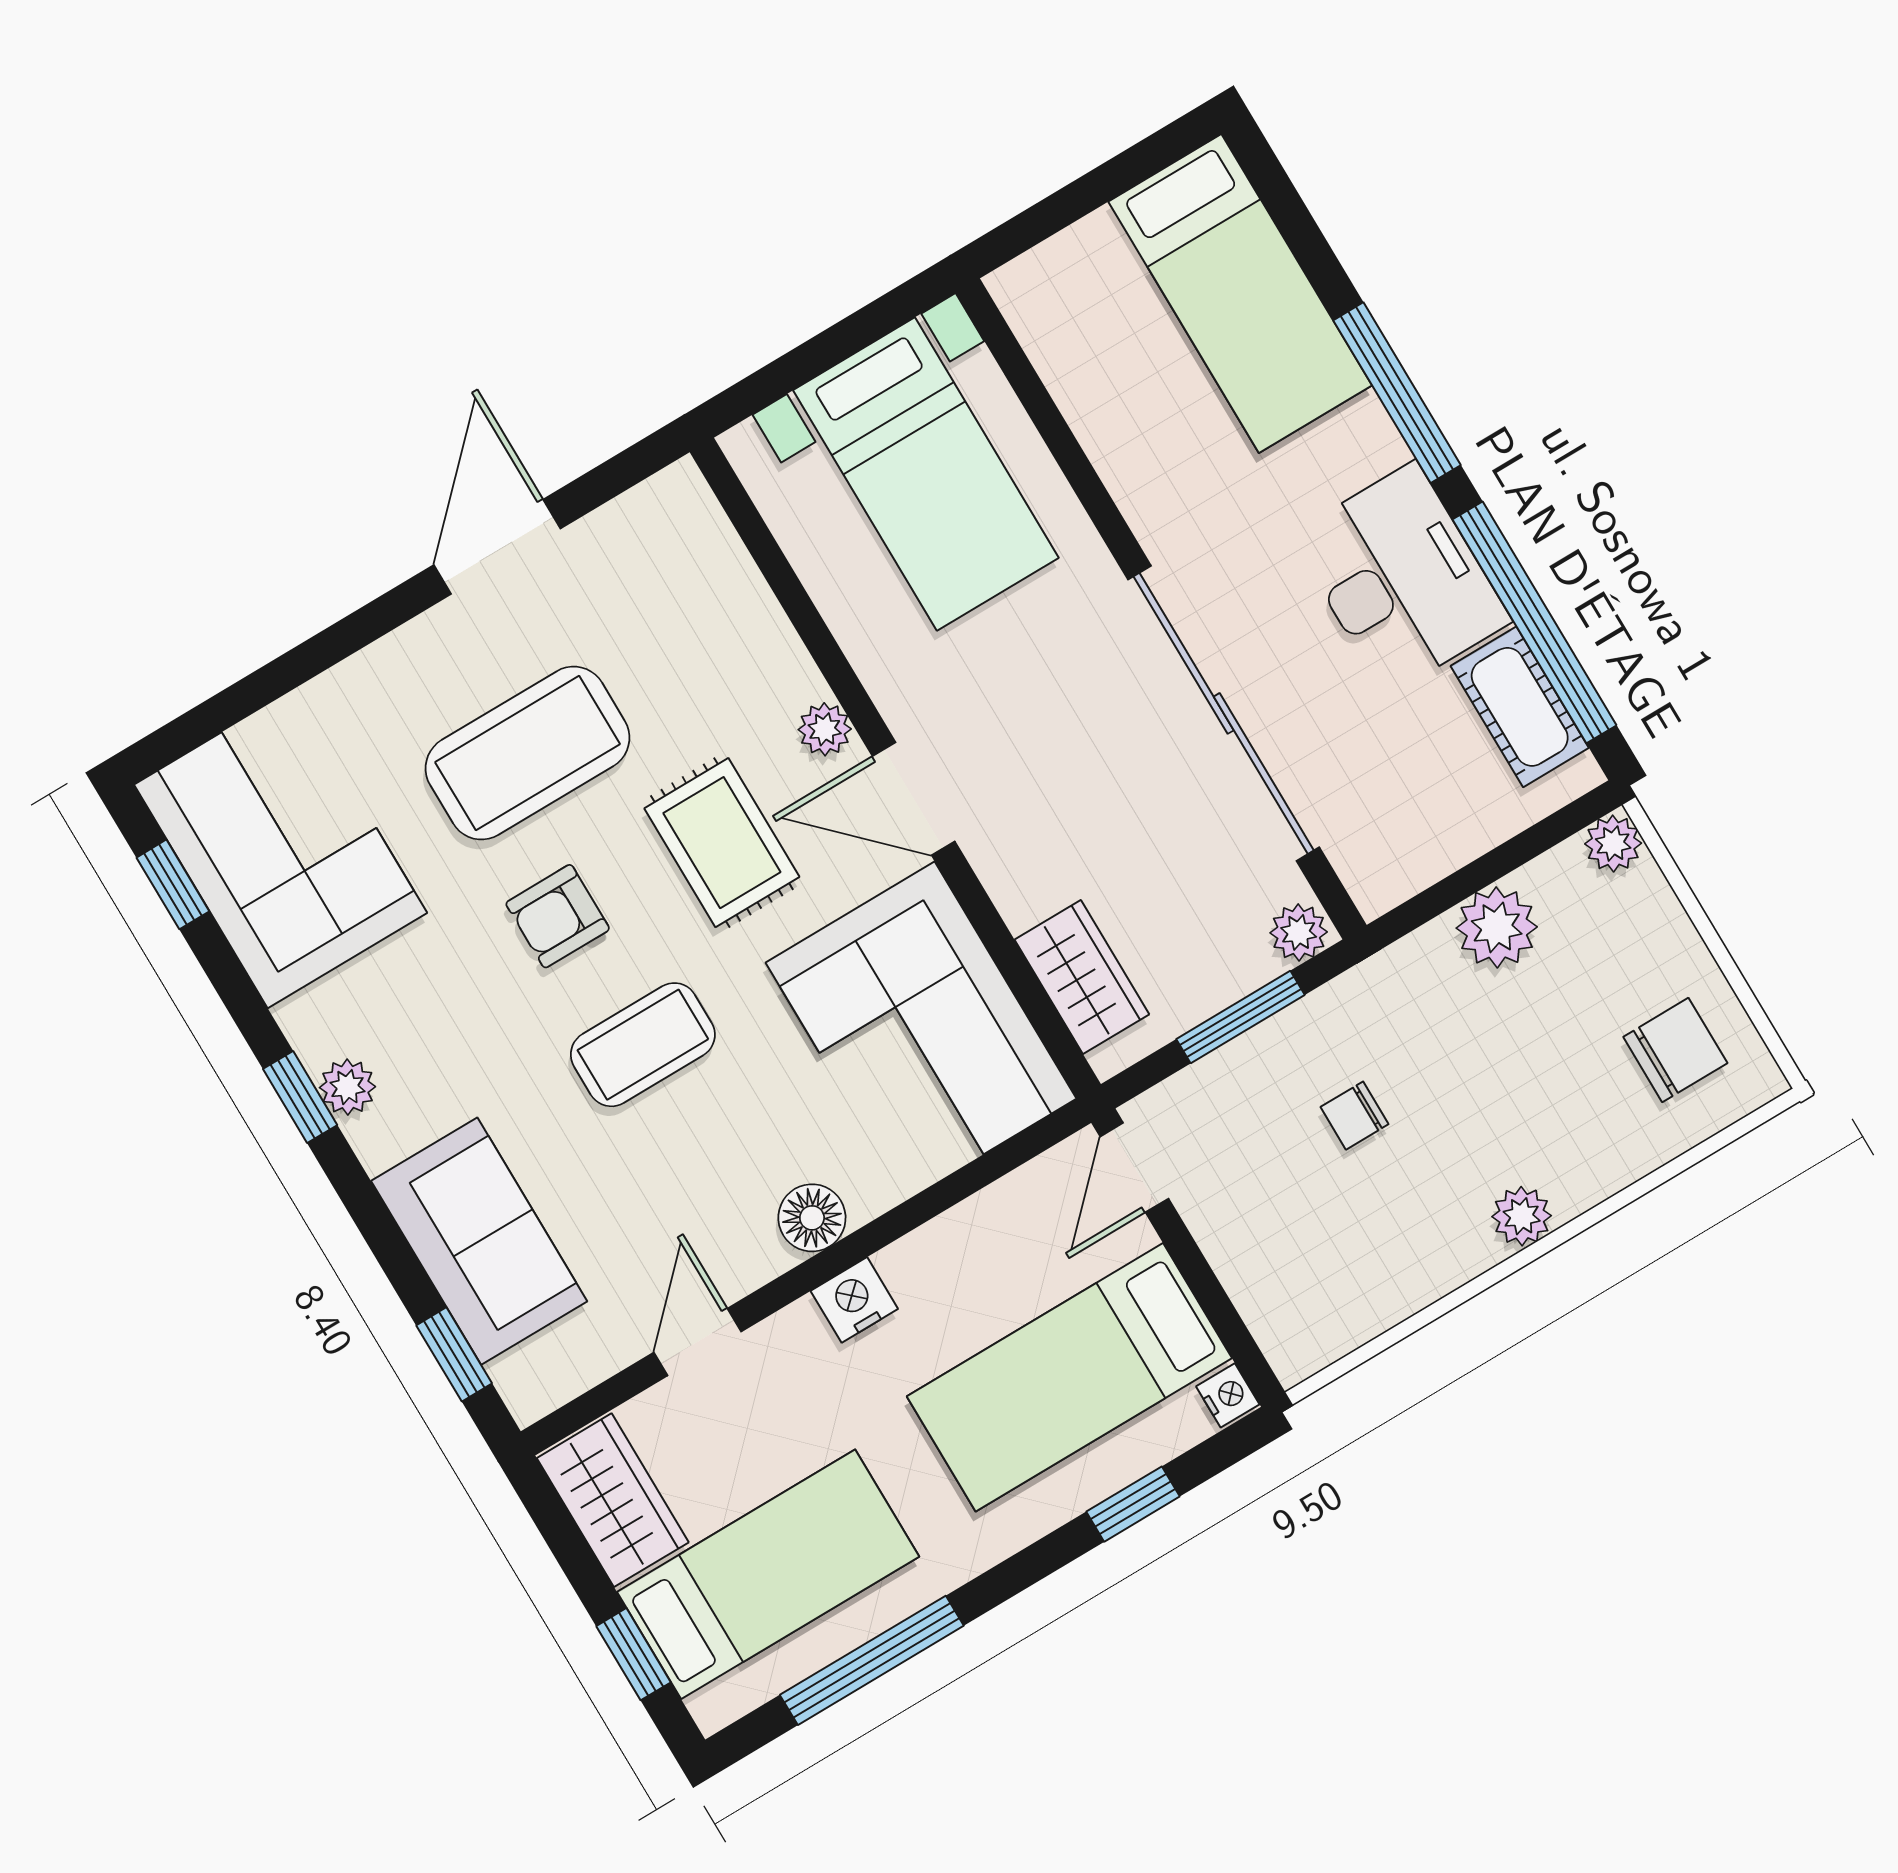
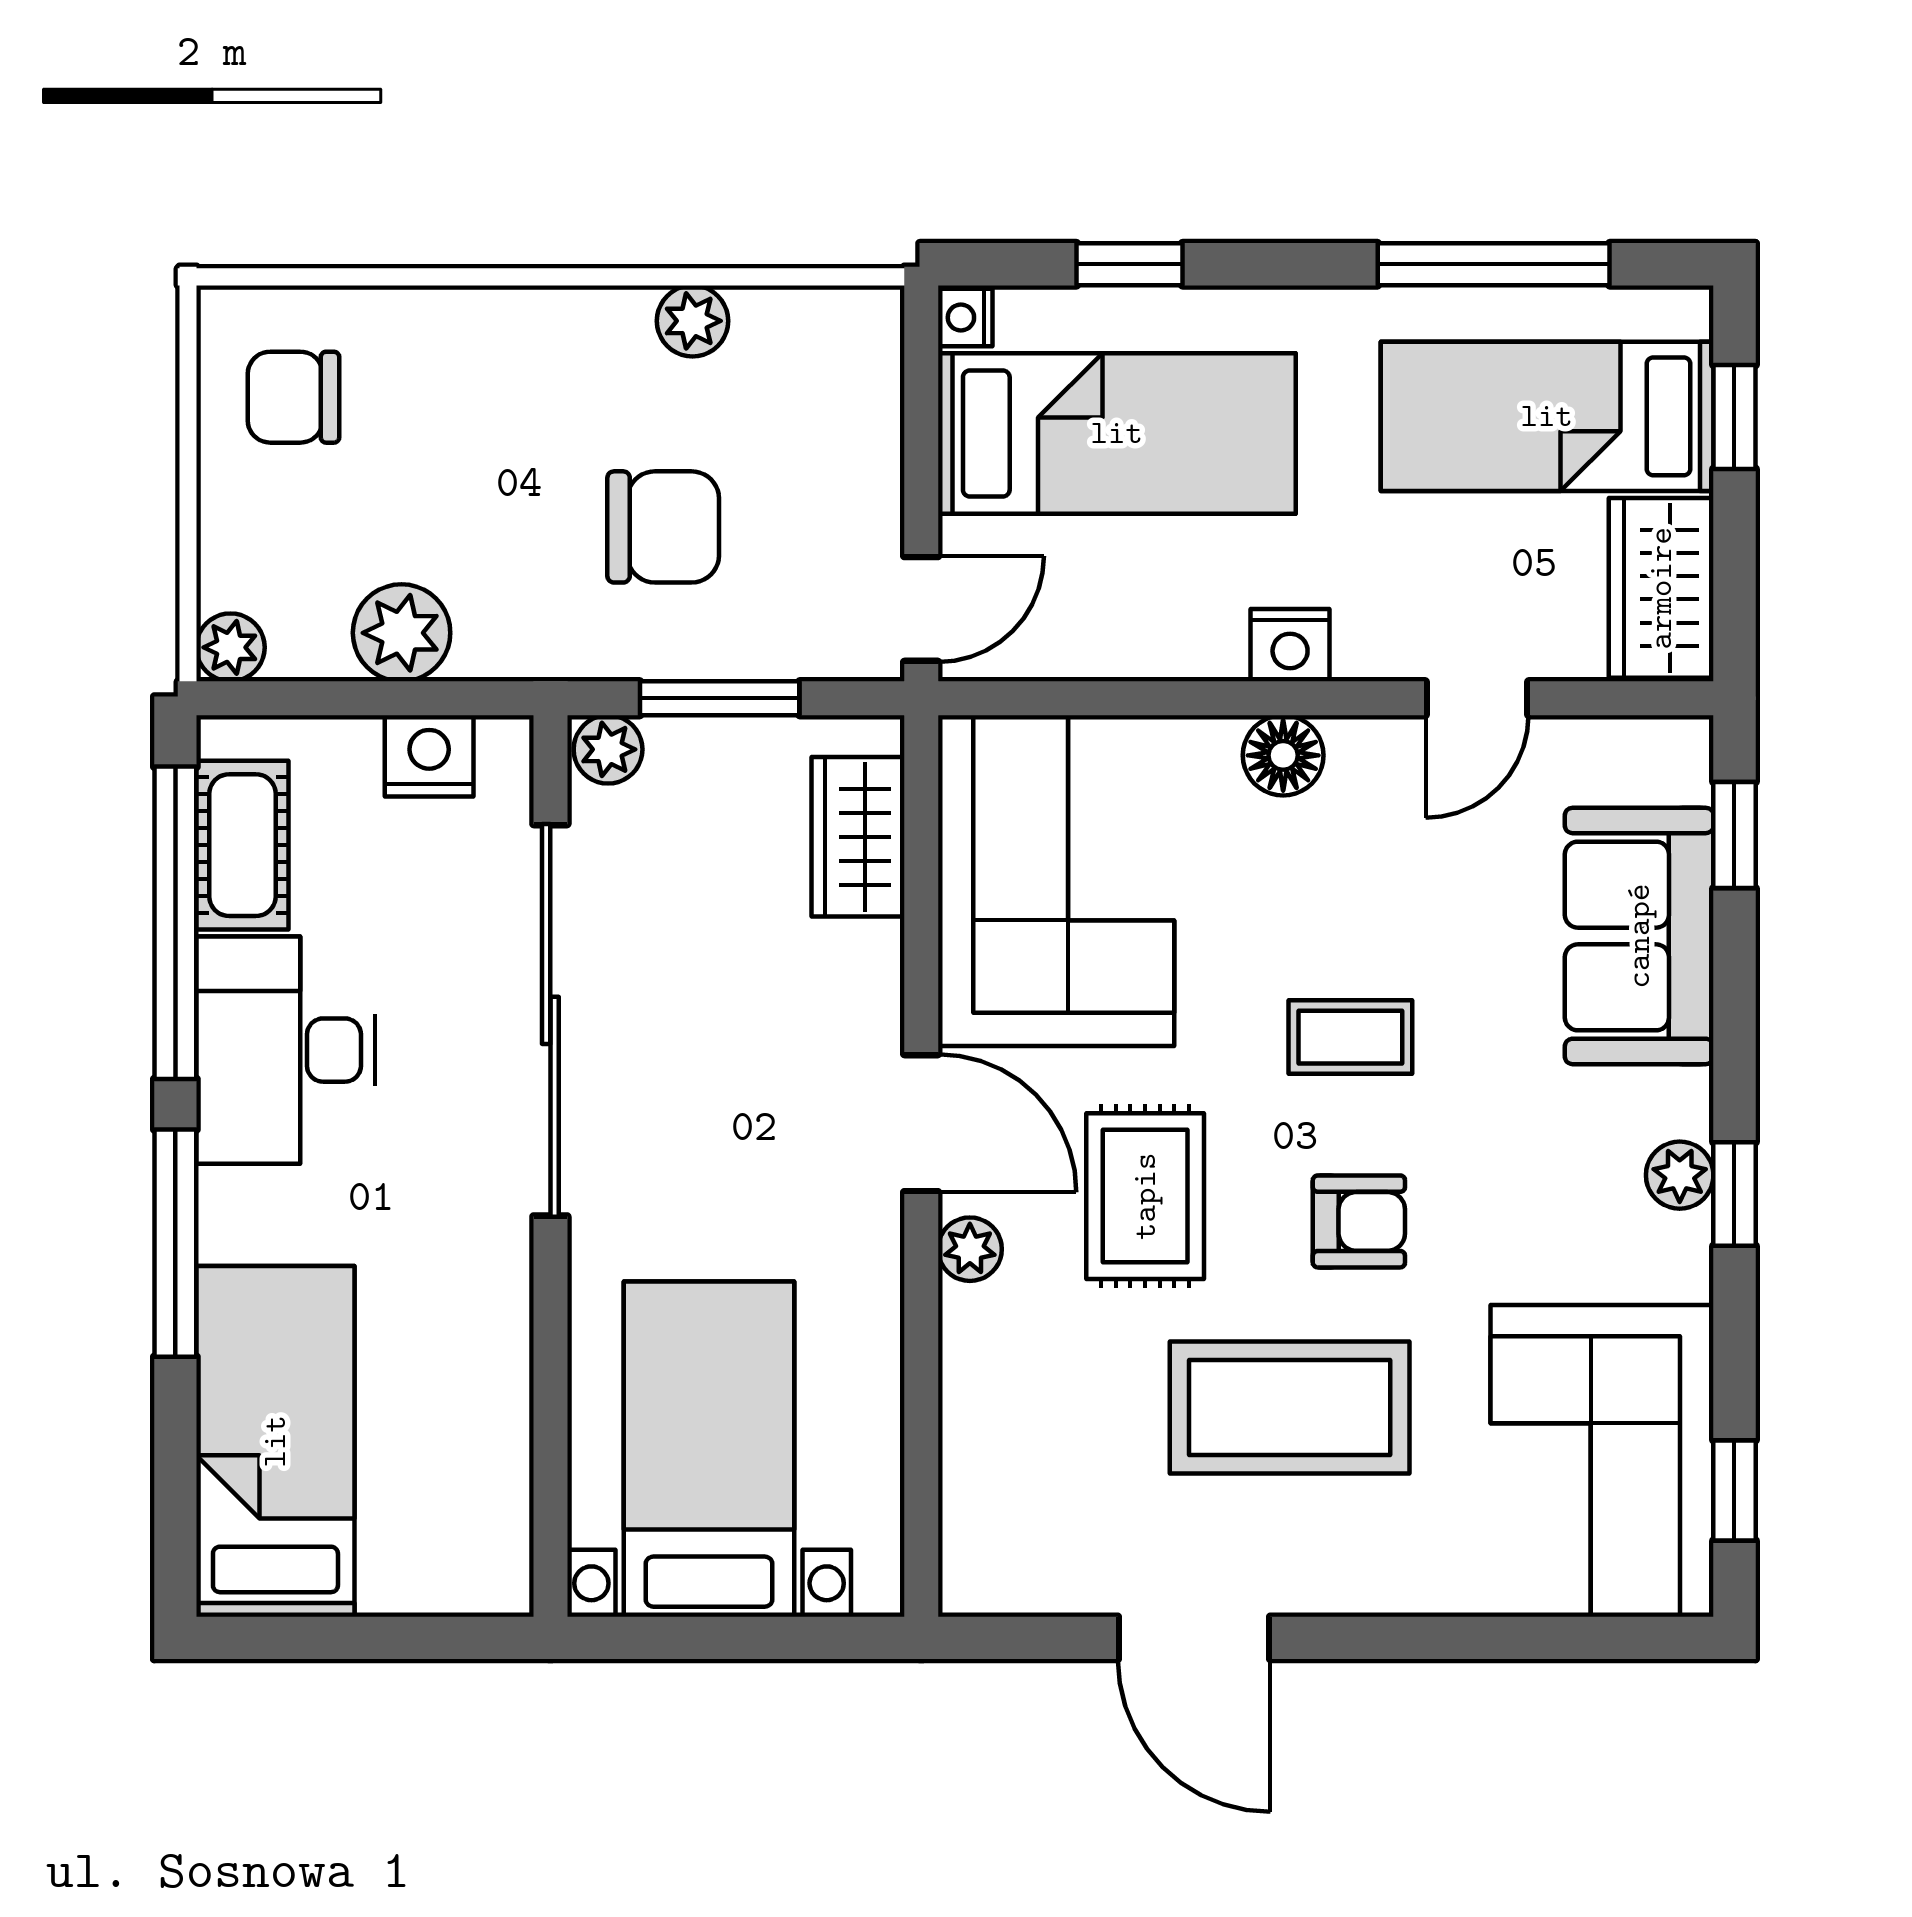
door: (497, 547) -> (1194, 1638), hinge flipped
nightstand: (1424, 851) -> (429, 756), added
coffee table: (643, 1045) -> (1350, 1037), width x0.73, depth x0.77
chair: (1355, 1116) -> (663, 527), width x1.87, depth x1.87
plant: (1522, 1216) -> (692, 321), moved

